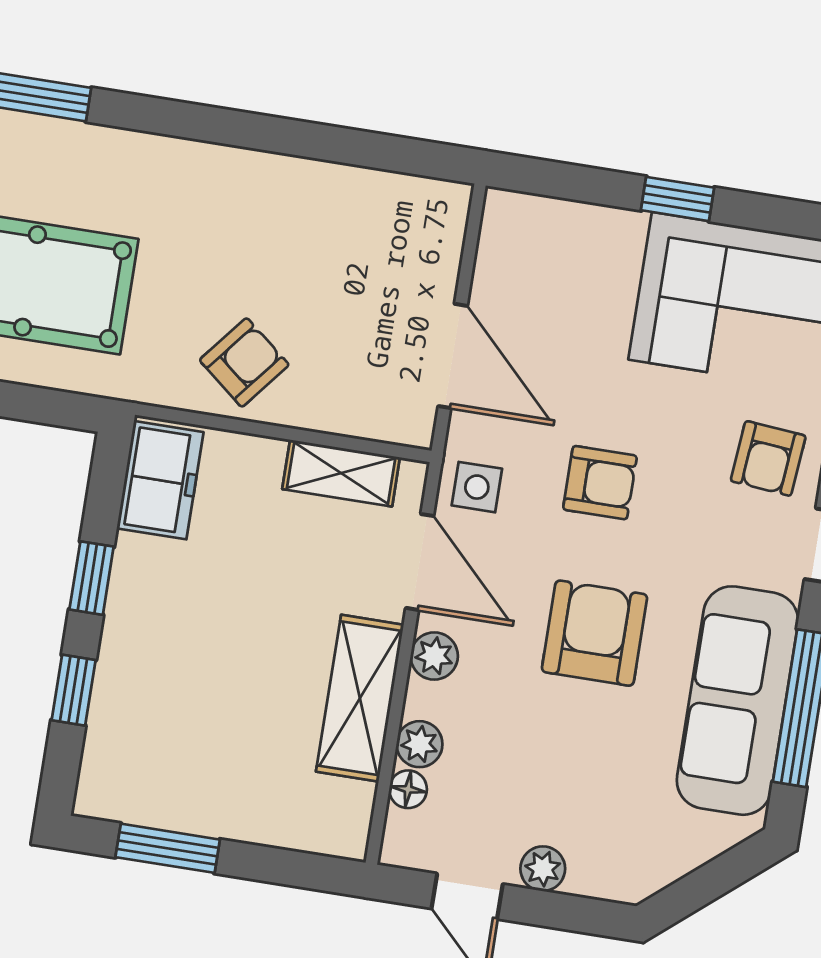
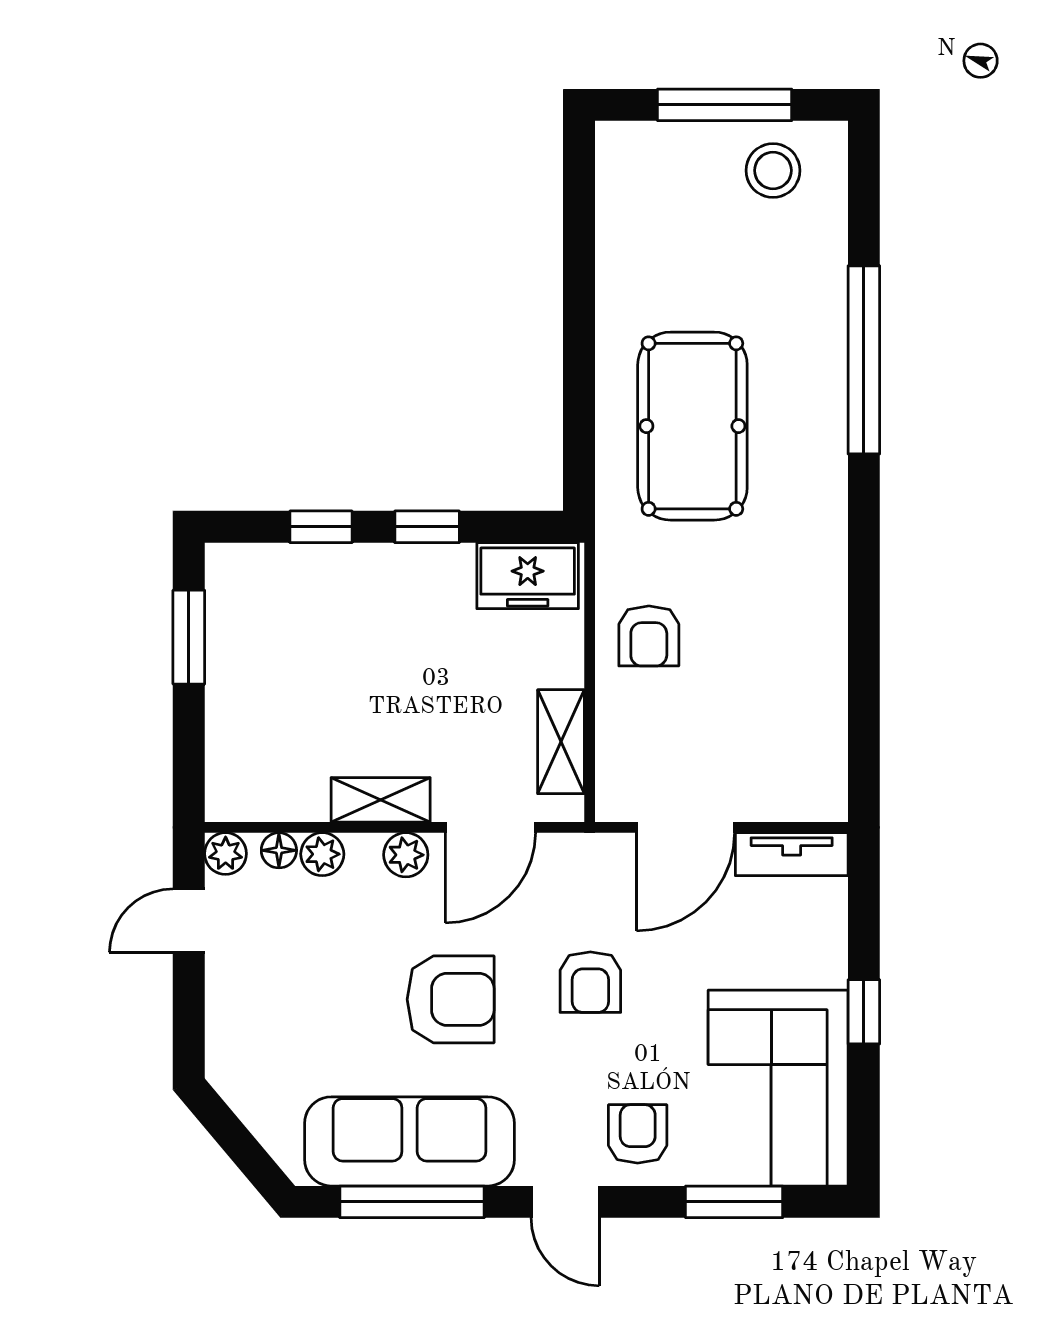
tv unit: (499, 249) -> (792, 854), added
armchair: (244, 362) -> (649, 636), turned 51
armchair: (768, 458) -> (638, 1134), turned 85
side table: (477, 487) -> (568, 869), removed
shelving: (360, 698) -> (381, 800), width x0.67, depth x0.75
plant: (543, 869) -> (226, 854), moved

